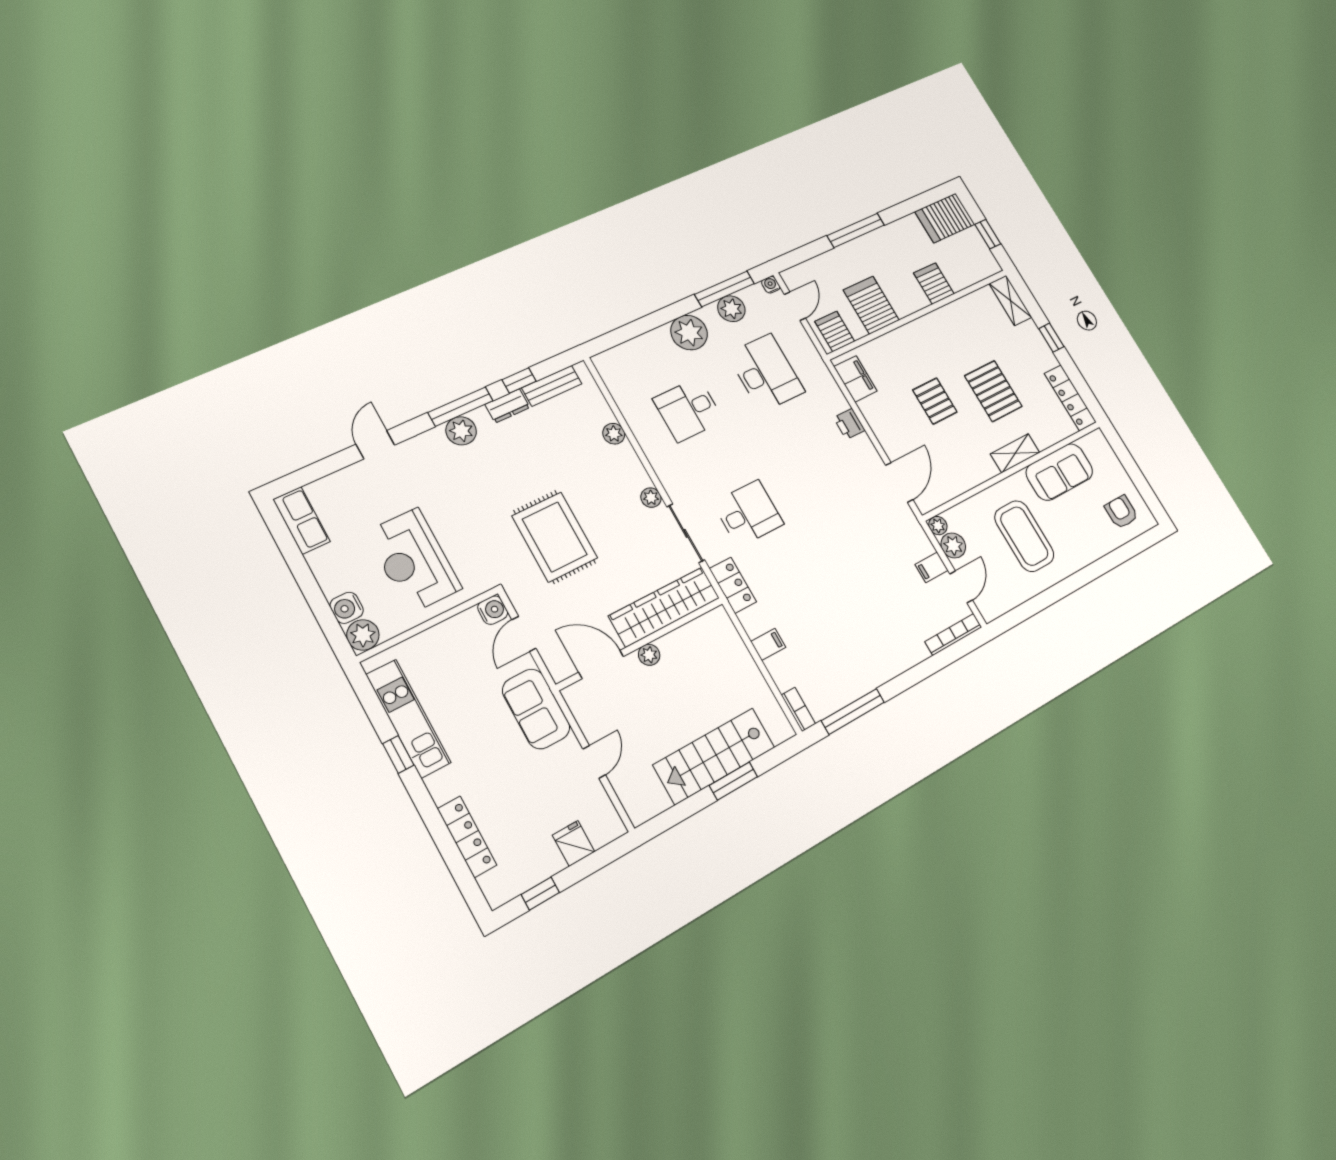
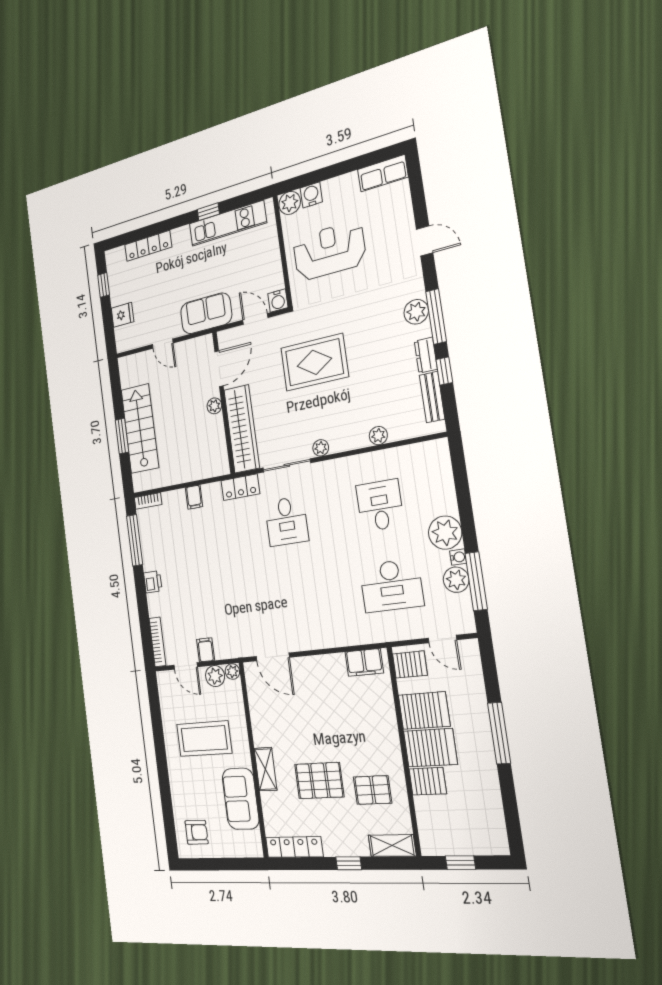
server rack: (945, 218) -> (430, 748), moved, turned 90
water cooler: (771, 285) -> (458, 557), moved
pallet: (935, 401) -> (373, 790), moved
printer: (849, 424) -> (153, 582), moved, turned 90

